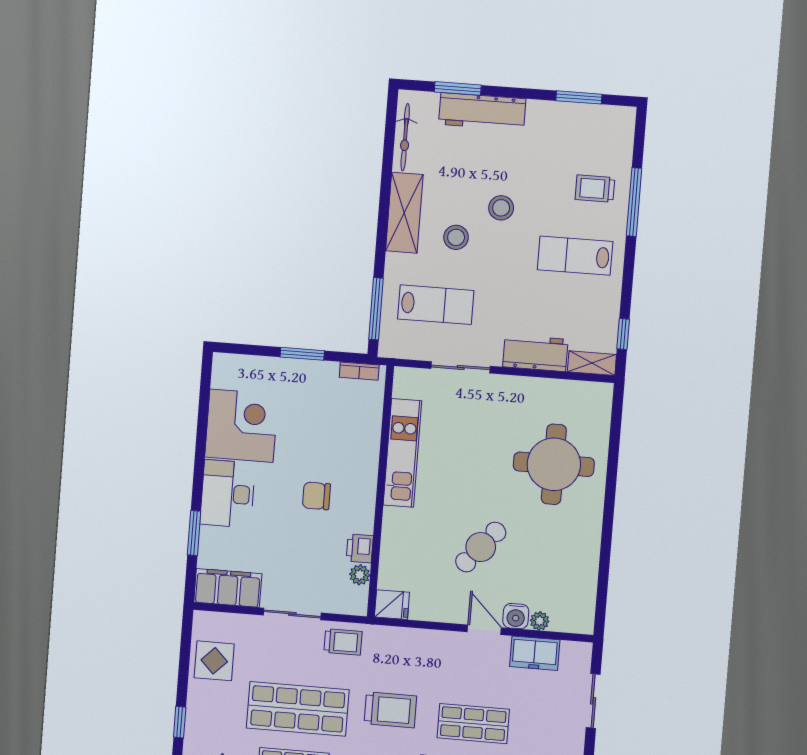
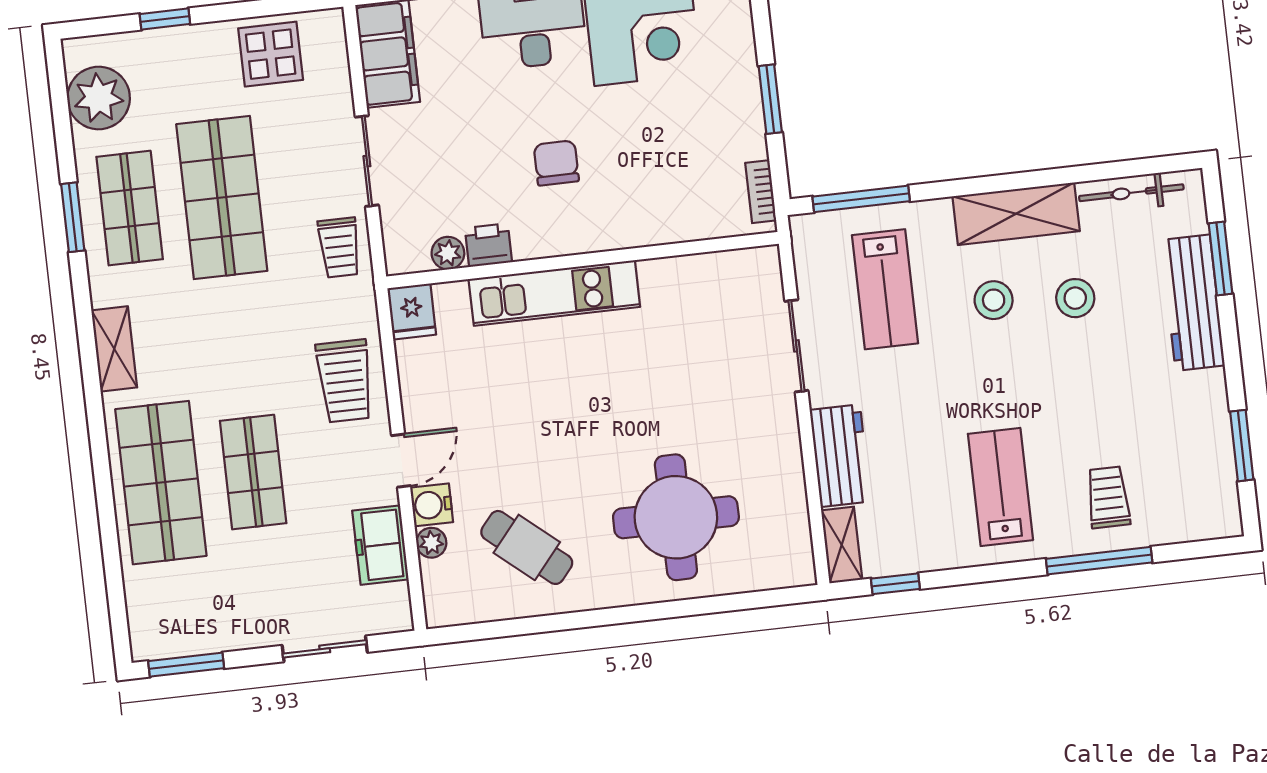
stool: (501, 208) -> (1075, 298), moved
kitchen unit: (402, 453) -> (554, 293), moved
cafe table: (481, 547) -> (527, 547), moved
trolley: (390, 710) -> (345, 381), moved

